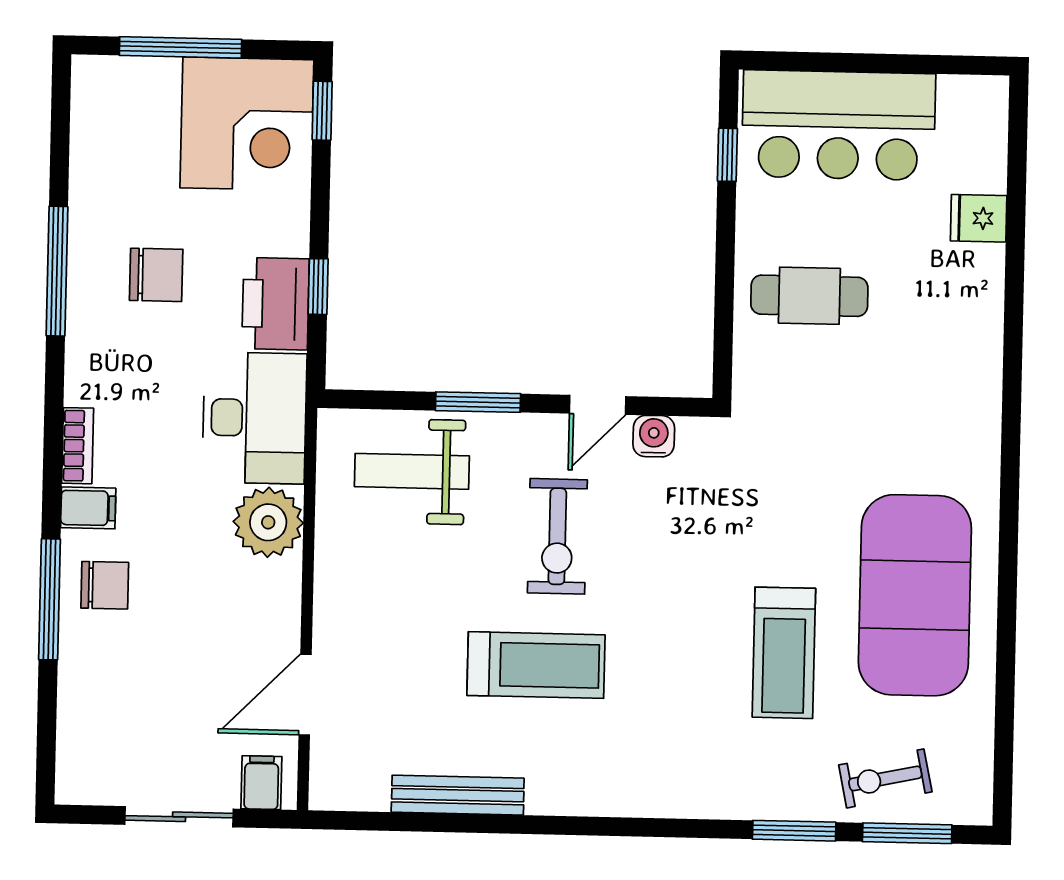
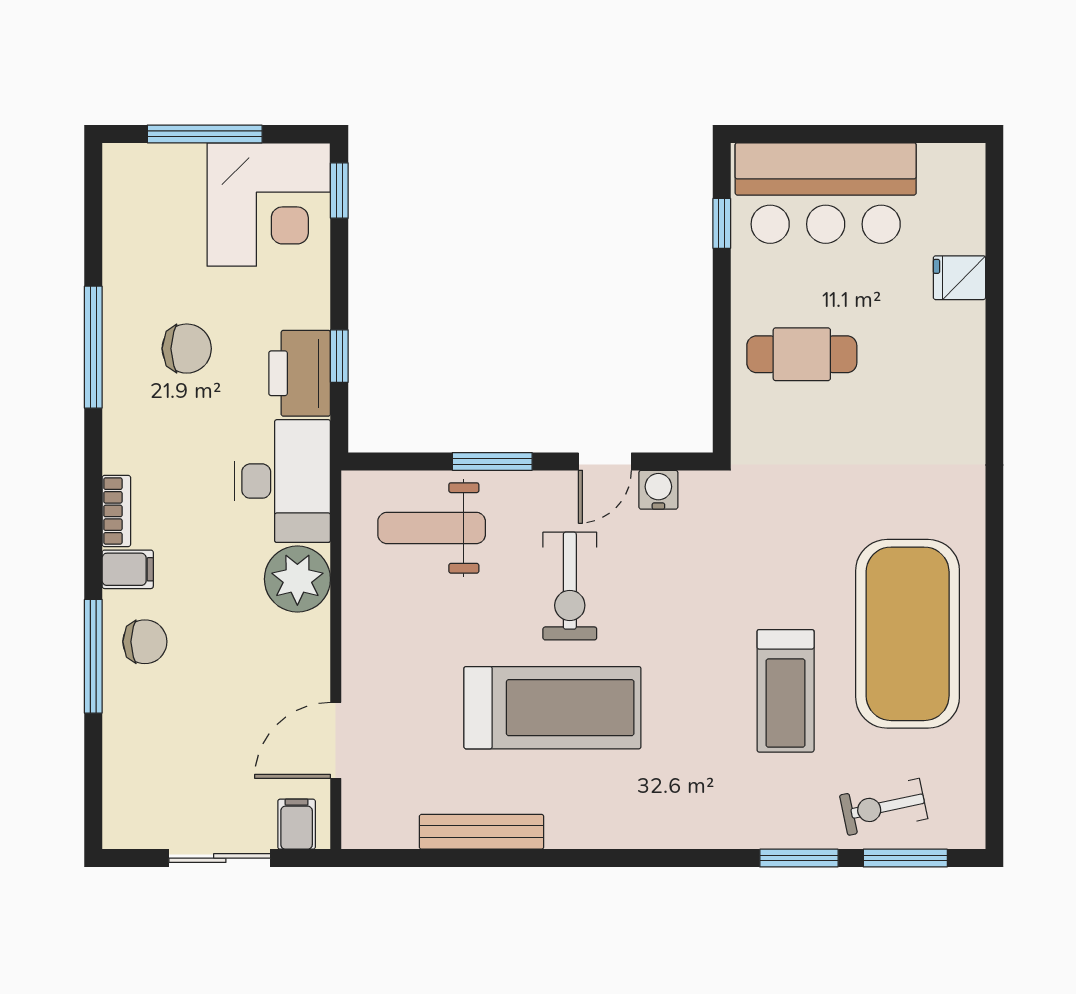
treadmill: (536, 665) -> (552, 708), width x1.37, depth x1.38

